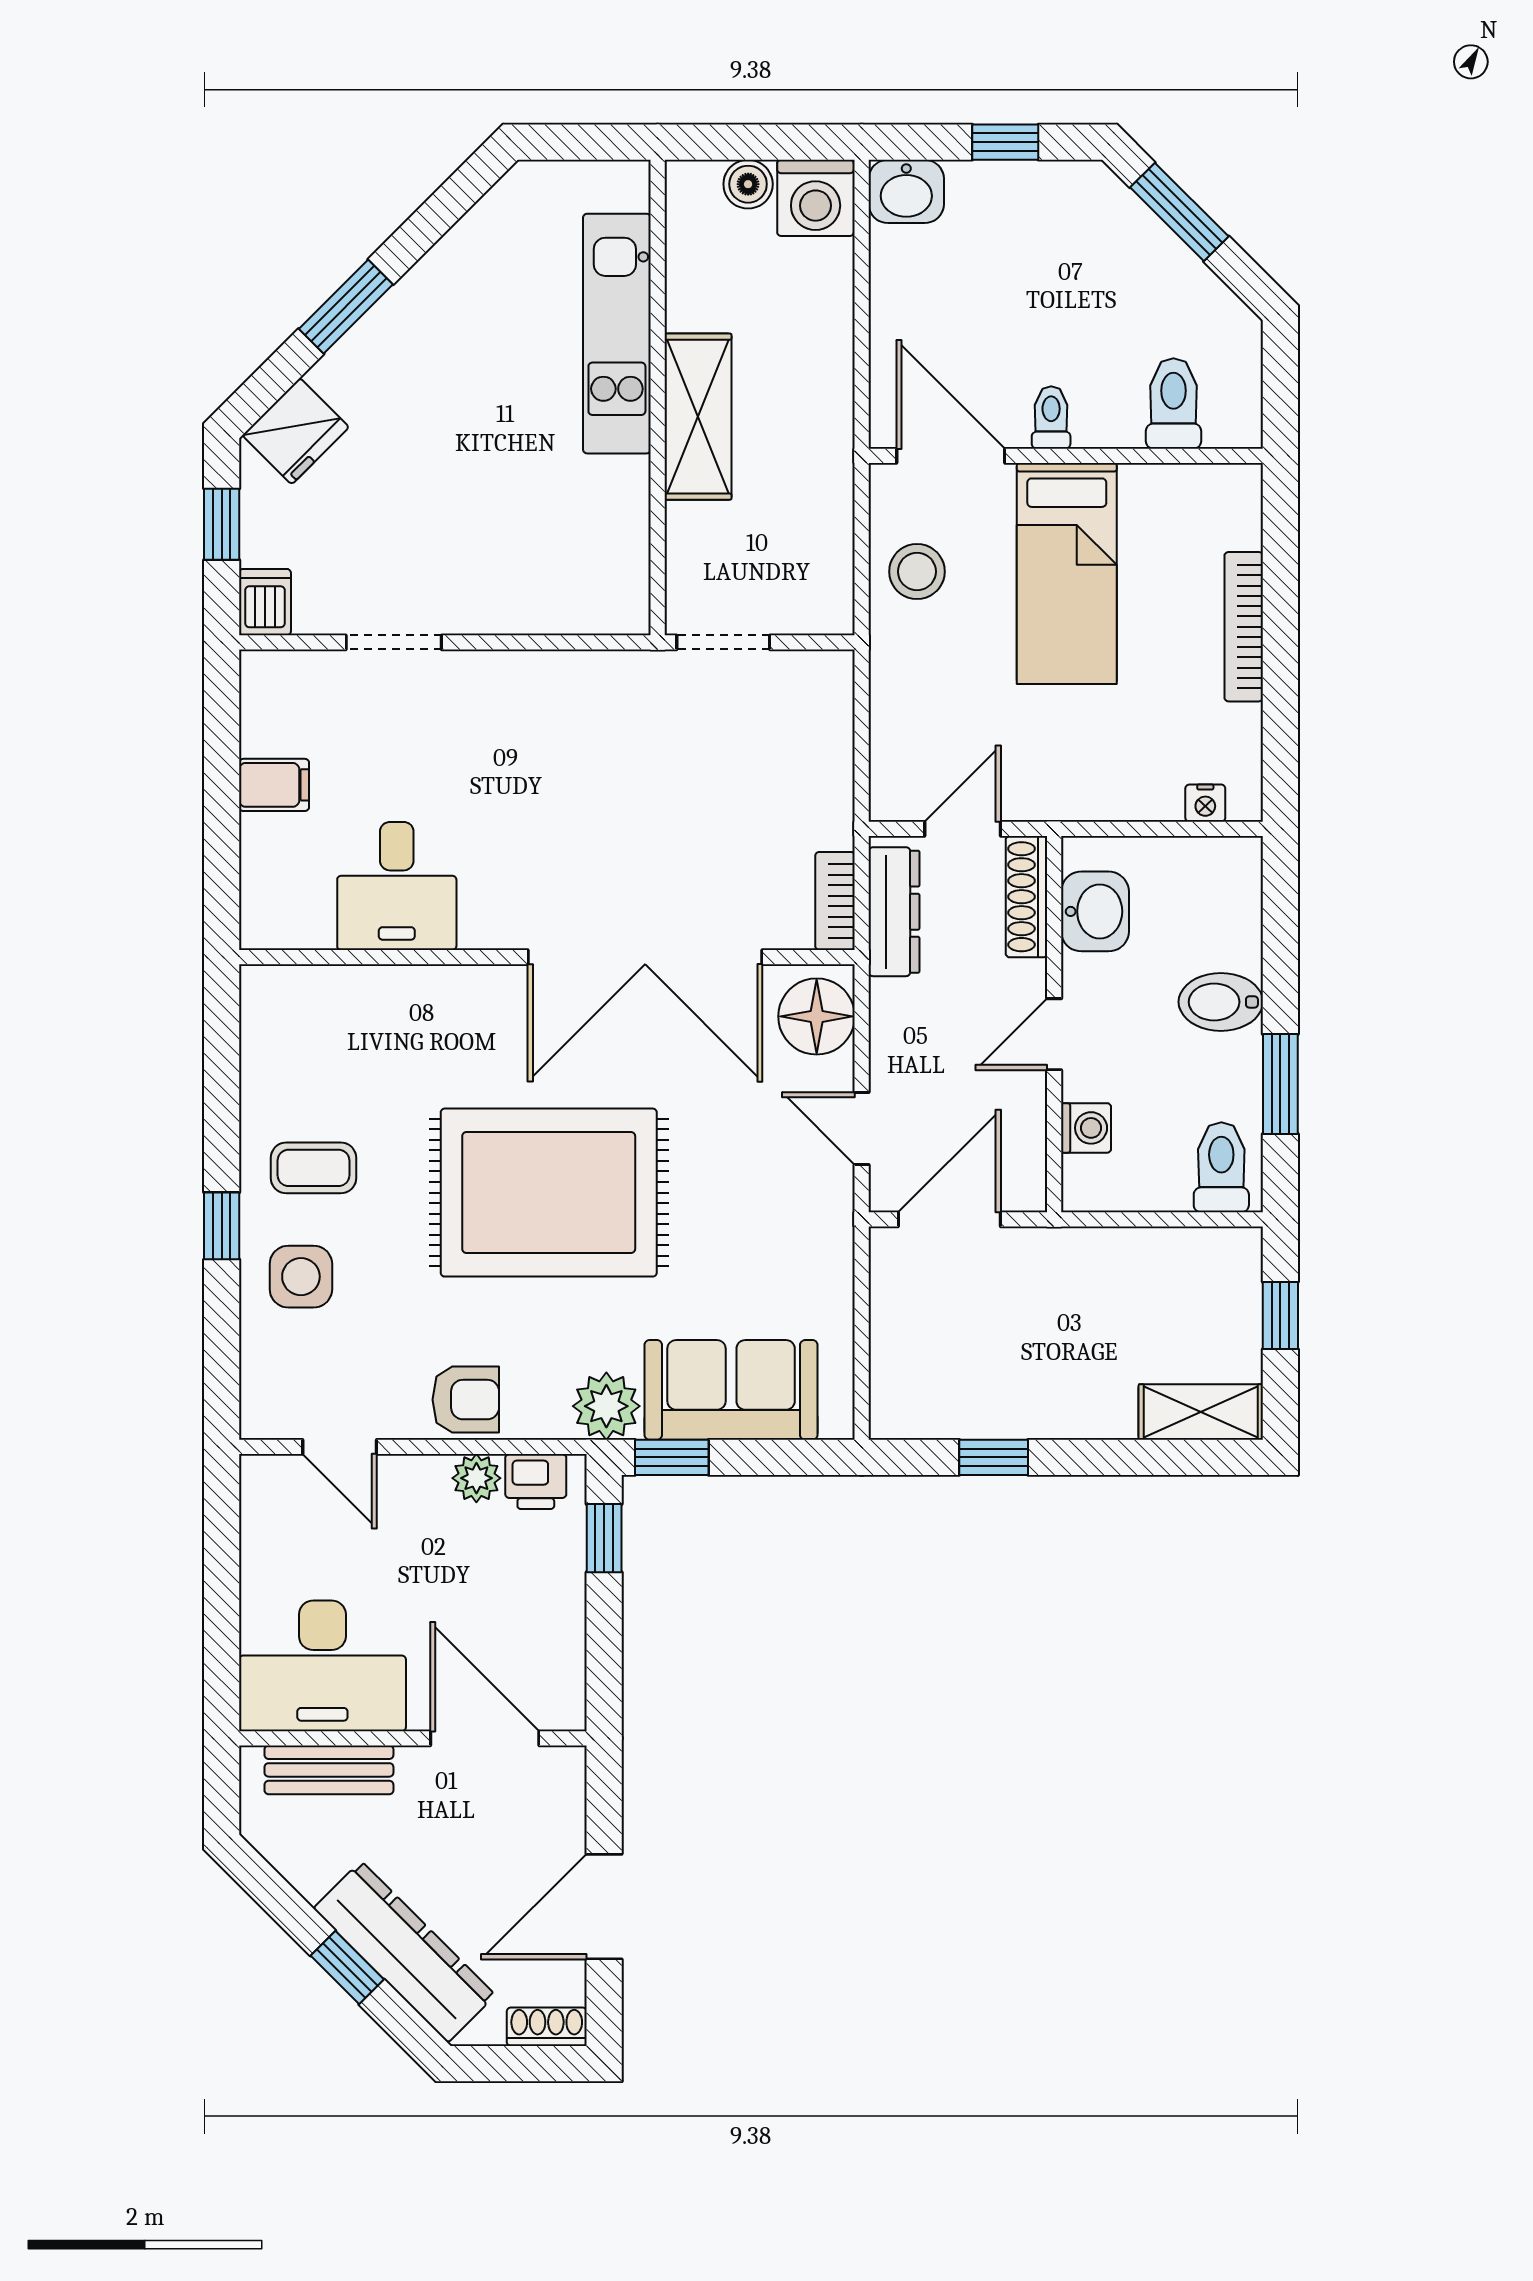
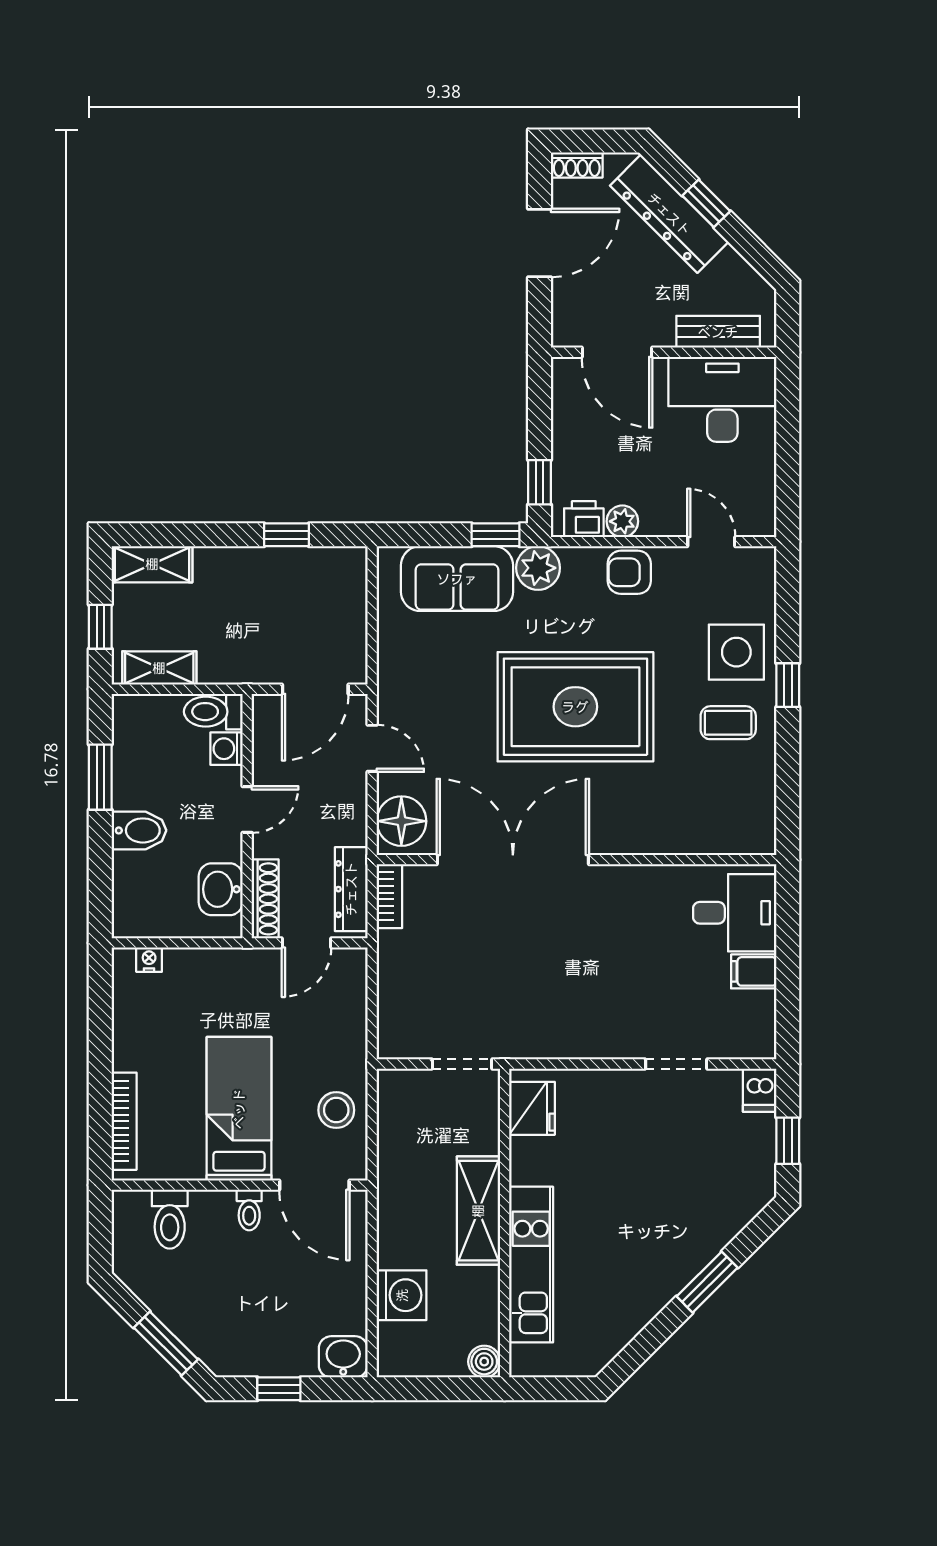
boiler: (748, 184) -> (484, 1362), moved
washing machine: (816, 198) -> (402, 1295), moved, turned 90
fridge: (296, 431) -> (532, 1108), moved, turned 135
bookcase: (1244, 627) -> (124, 1121), moved
desk: (397, 886) -> (735, 913), moved, turned 90
toilet: (1221, 1167) -> (213, 712), moved, turned 90
shelving: (1189, 1252) -> (159, 668), added
side table: (301, 1277) -> (736, 652), width x1.37, depth x1.37

